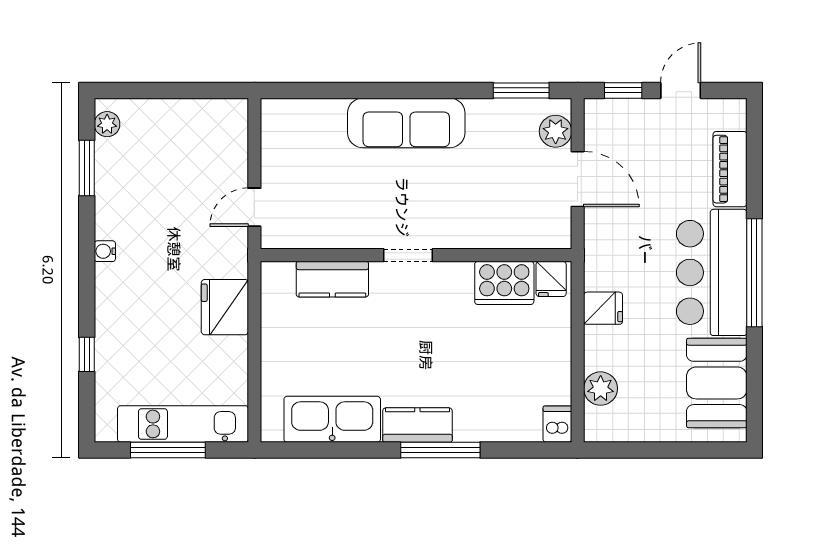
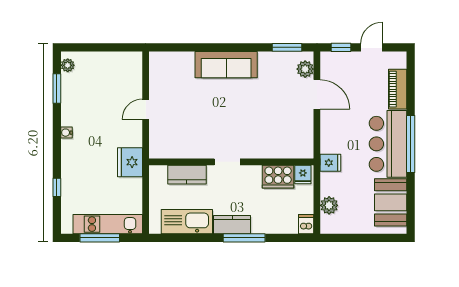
doorway: (408, 255) -> (227, 162), moved
wall: (416, 255) -> (231, 162), moved
kitchen counter: (332, 279) -> (187, 175), moved
fridge: (551, 279) -> (303, 174), moved
cooker: (504, 283) -> (278, 177), moved

